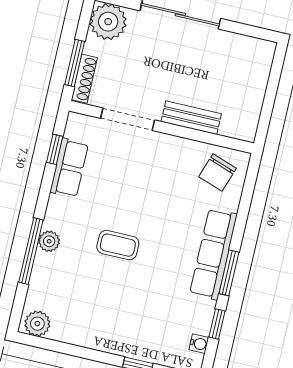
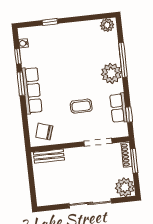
bench: (191, 118) -> (49, 156), moved
chair: (217, 173) -> (44, 132), turned -91
plant: (49, 241) -> (111, 73), width x1.88, depth x1.88
coffee table: (118, 245) -> (81, 106), moved

